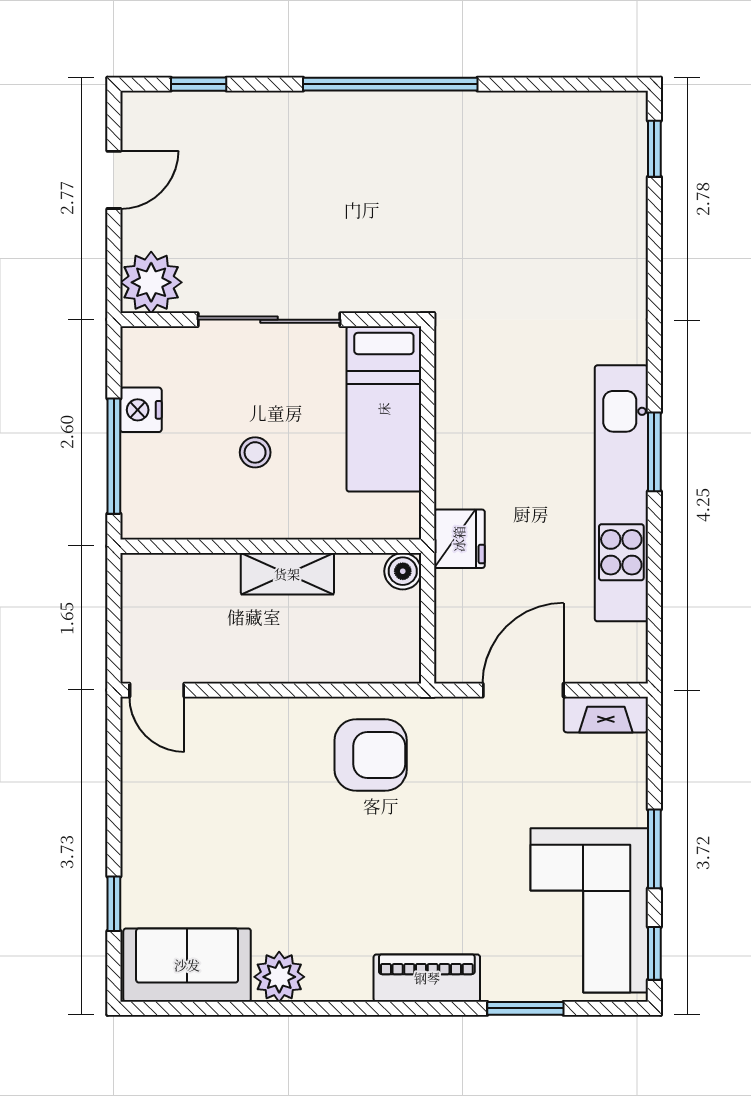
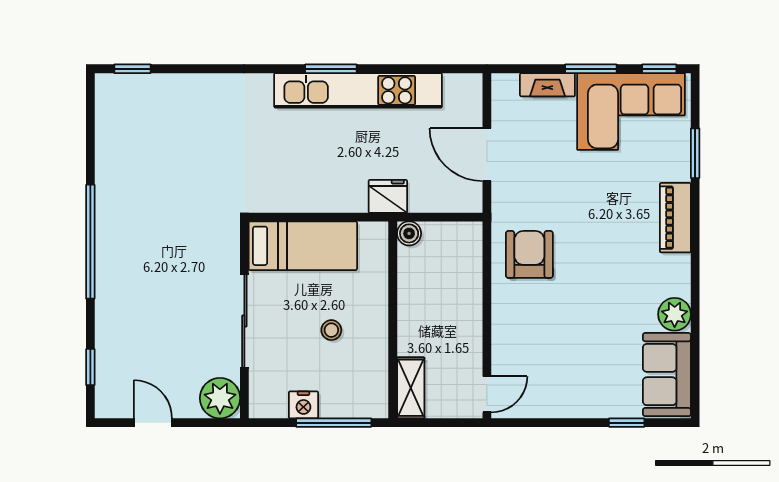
shelving: (287, 574) -> (411, 388), moved
fireplace: (606, 715) -> (547, 85), moved, turned 90

